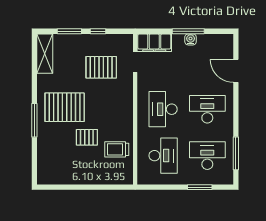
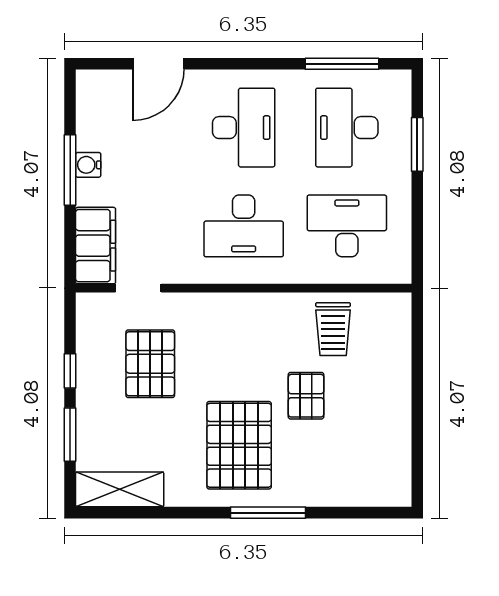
desk: (207, 109) -> (244, 128), turned 180

